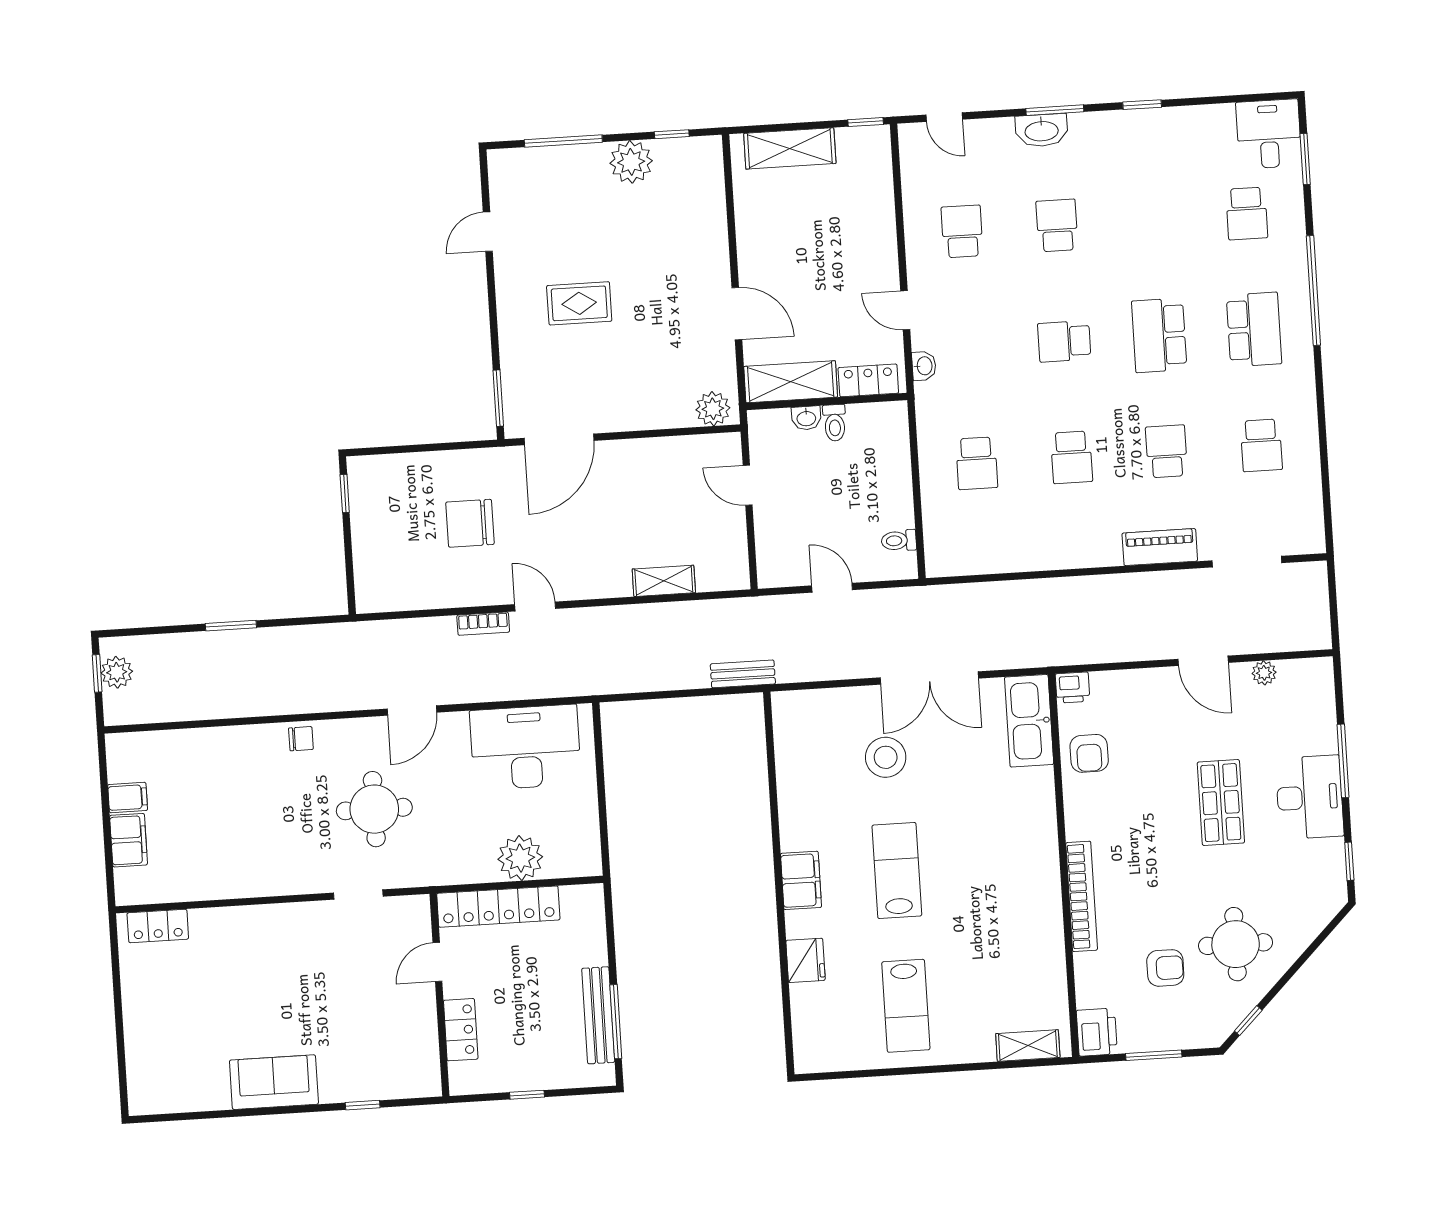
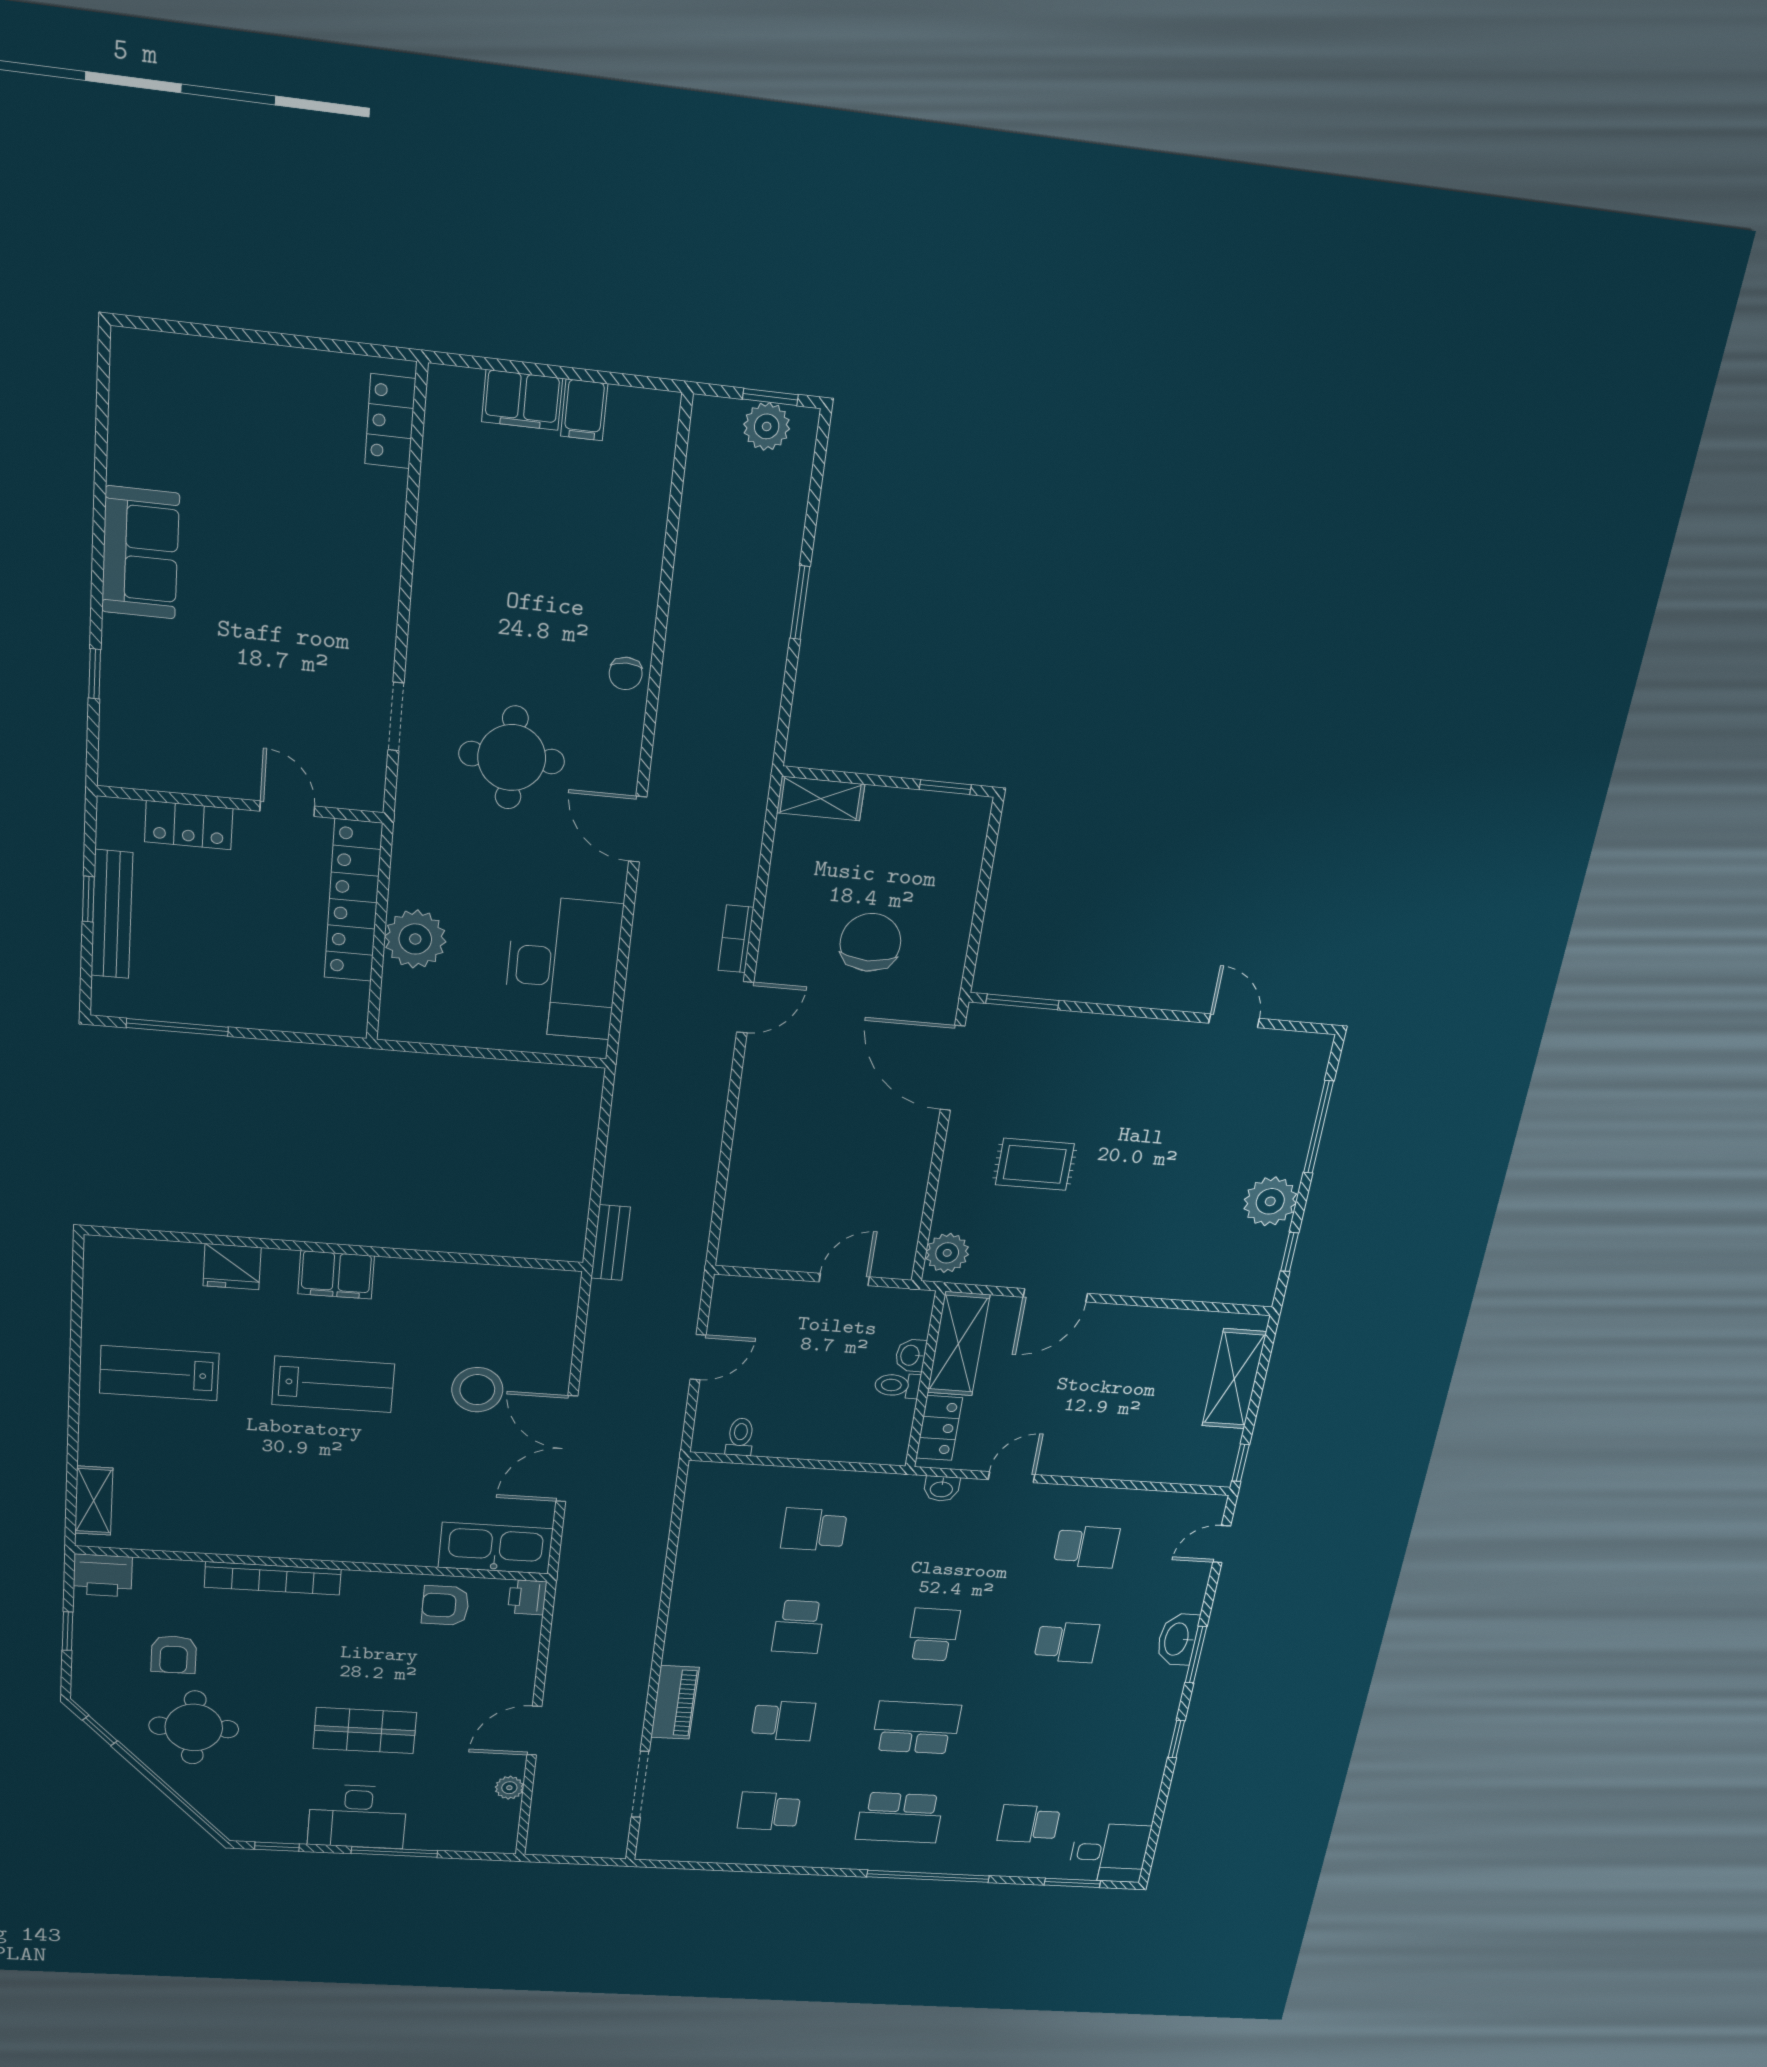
rug: (579, 303) -> (1035, 1164), moved, turned 90
school desk: (1072, 457) -> (798, 1627), turned -90
shelving: (664, 581) -> (821, 798), moved, turned 90
bench: (598, 1015) -> (112, 914), moved, turned 90
window: (1154, 1055) -> (67, 1631), width x0.67

